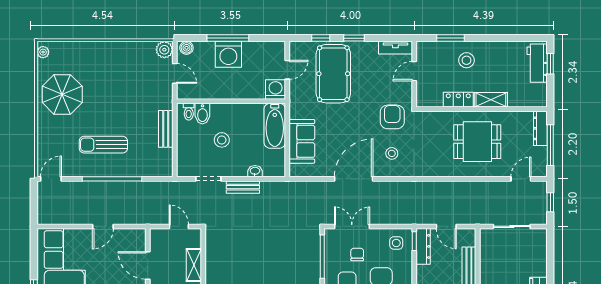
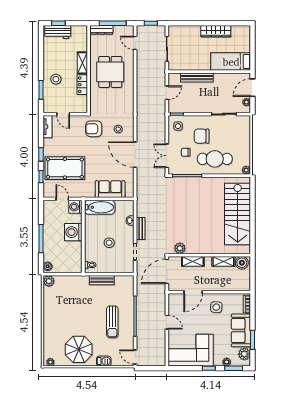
washing machine: (228, 54) -> (73, 232), moved, turned 180
door: (175, 73) -> (65, 274), removed
bidet: (202, 114) -> (92, 256), removed
barbecue: (45, 132) -> (104, 361), added
door: (179, 226) -> (167, 271), width x1.88
plant: (213, 246) -> (180, 248), added
dresser: (423, 246) -> (180, 108), removed

